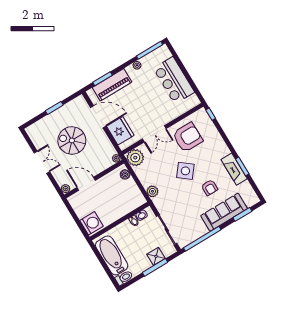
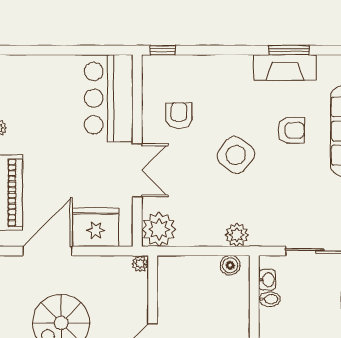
bar counter: (174, 80) -> (109, 98), moved, turned 90
armchair: (188, 137) -> (179, 115), width x0.53, depth x0.53
boiler: (125, 174) -> (230, 265), moved

